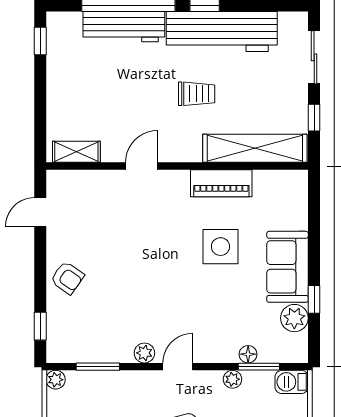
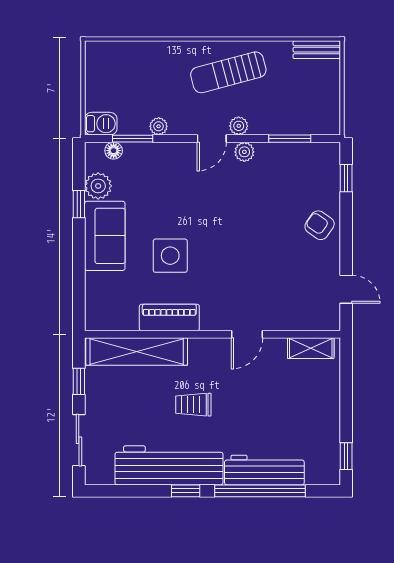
door: (40, 212) -> (346, 289), hinge flipped
floor lamp: (248, 354) -> (114, 151), moved
plant: (56, 380) -> (239, 126), moved

